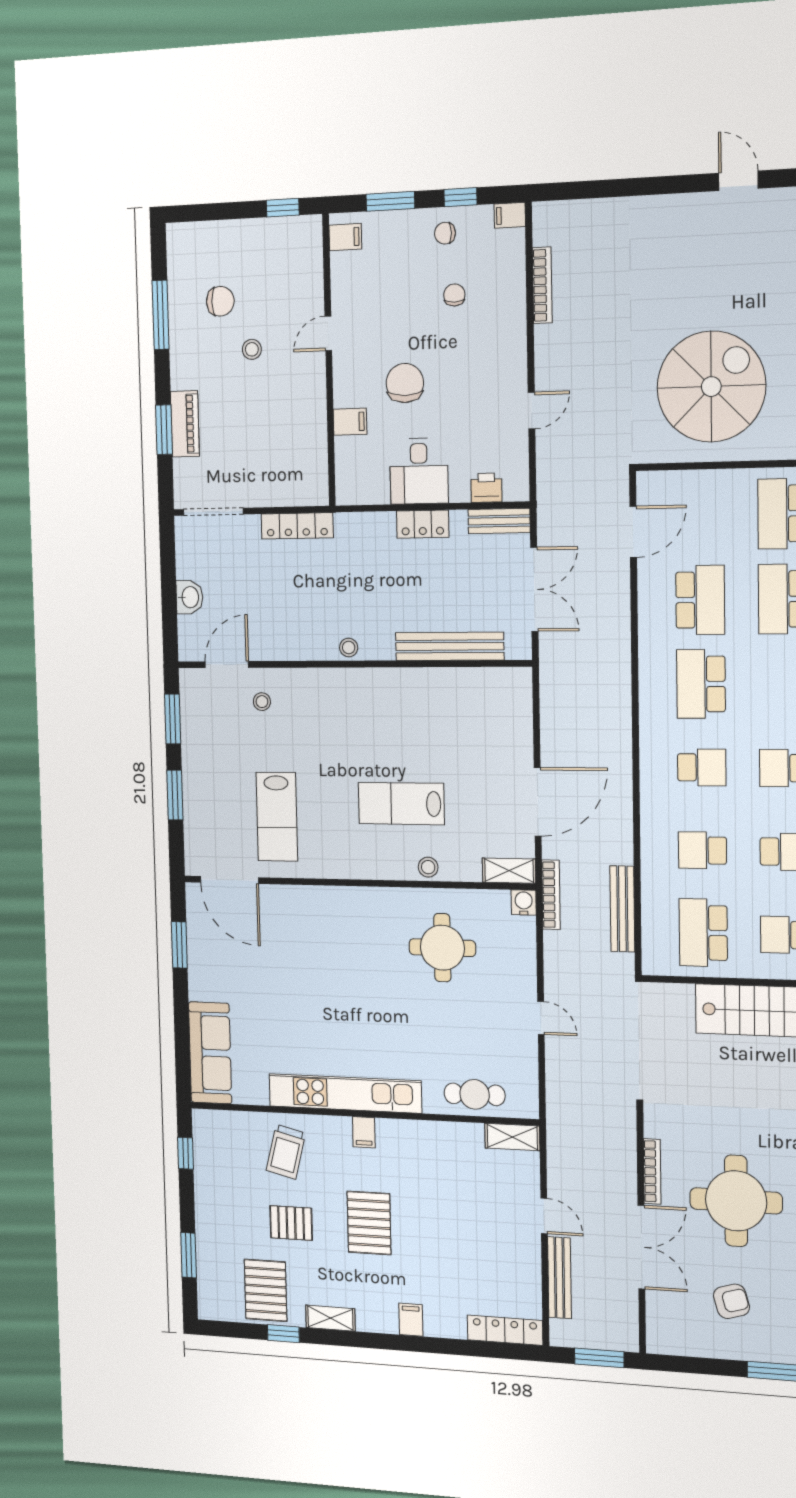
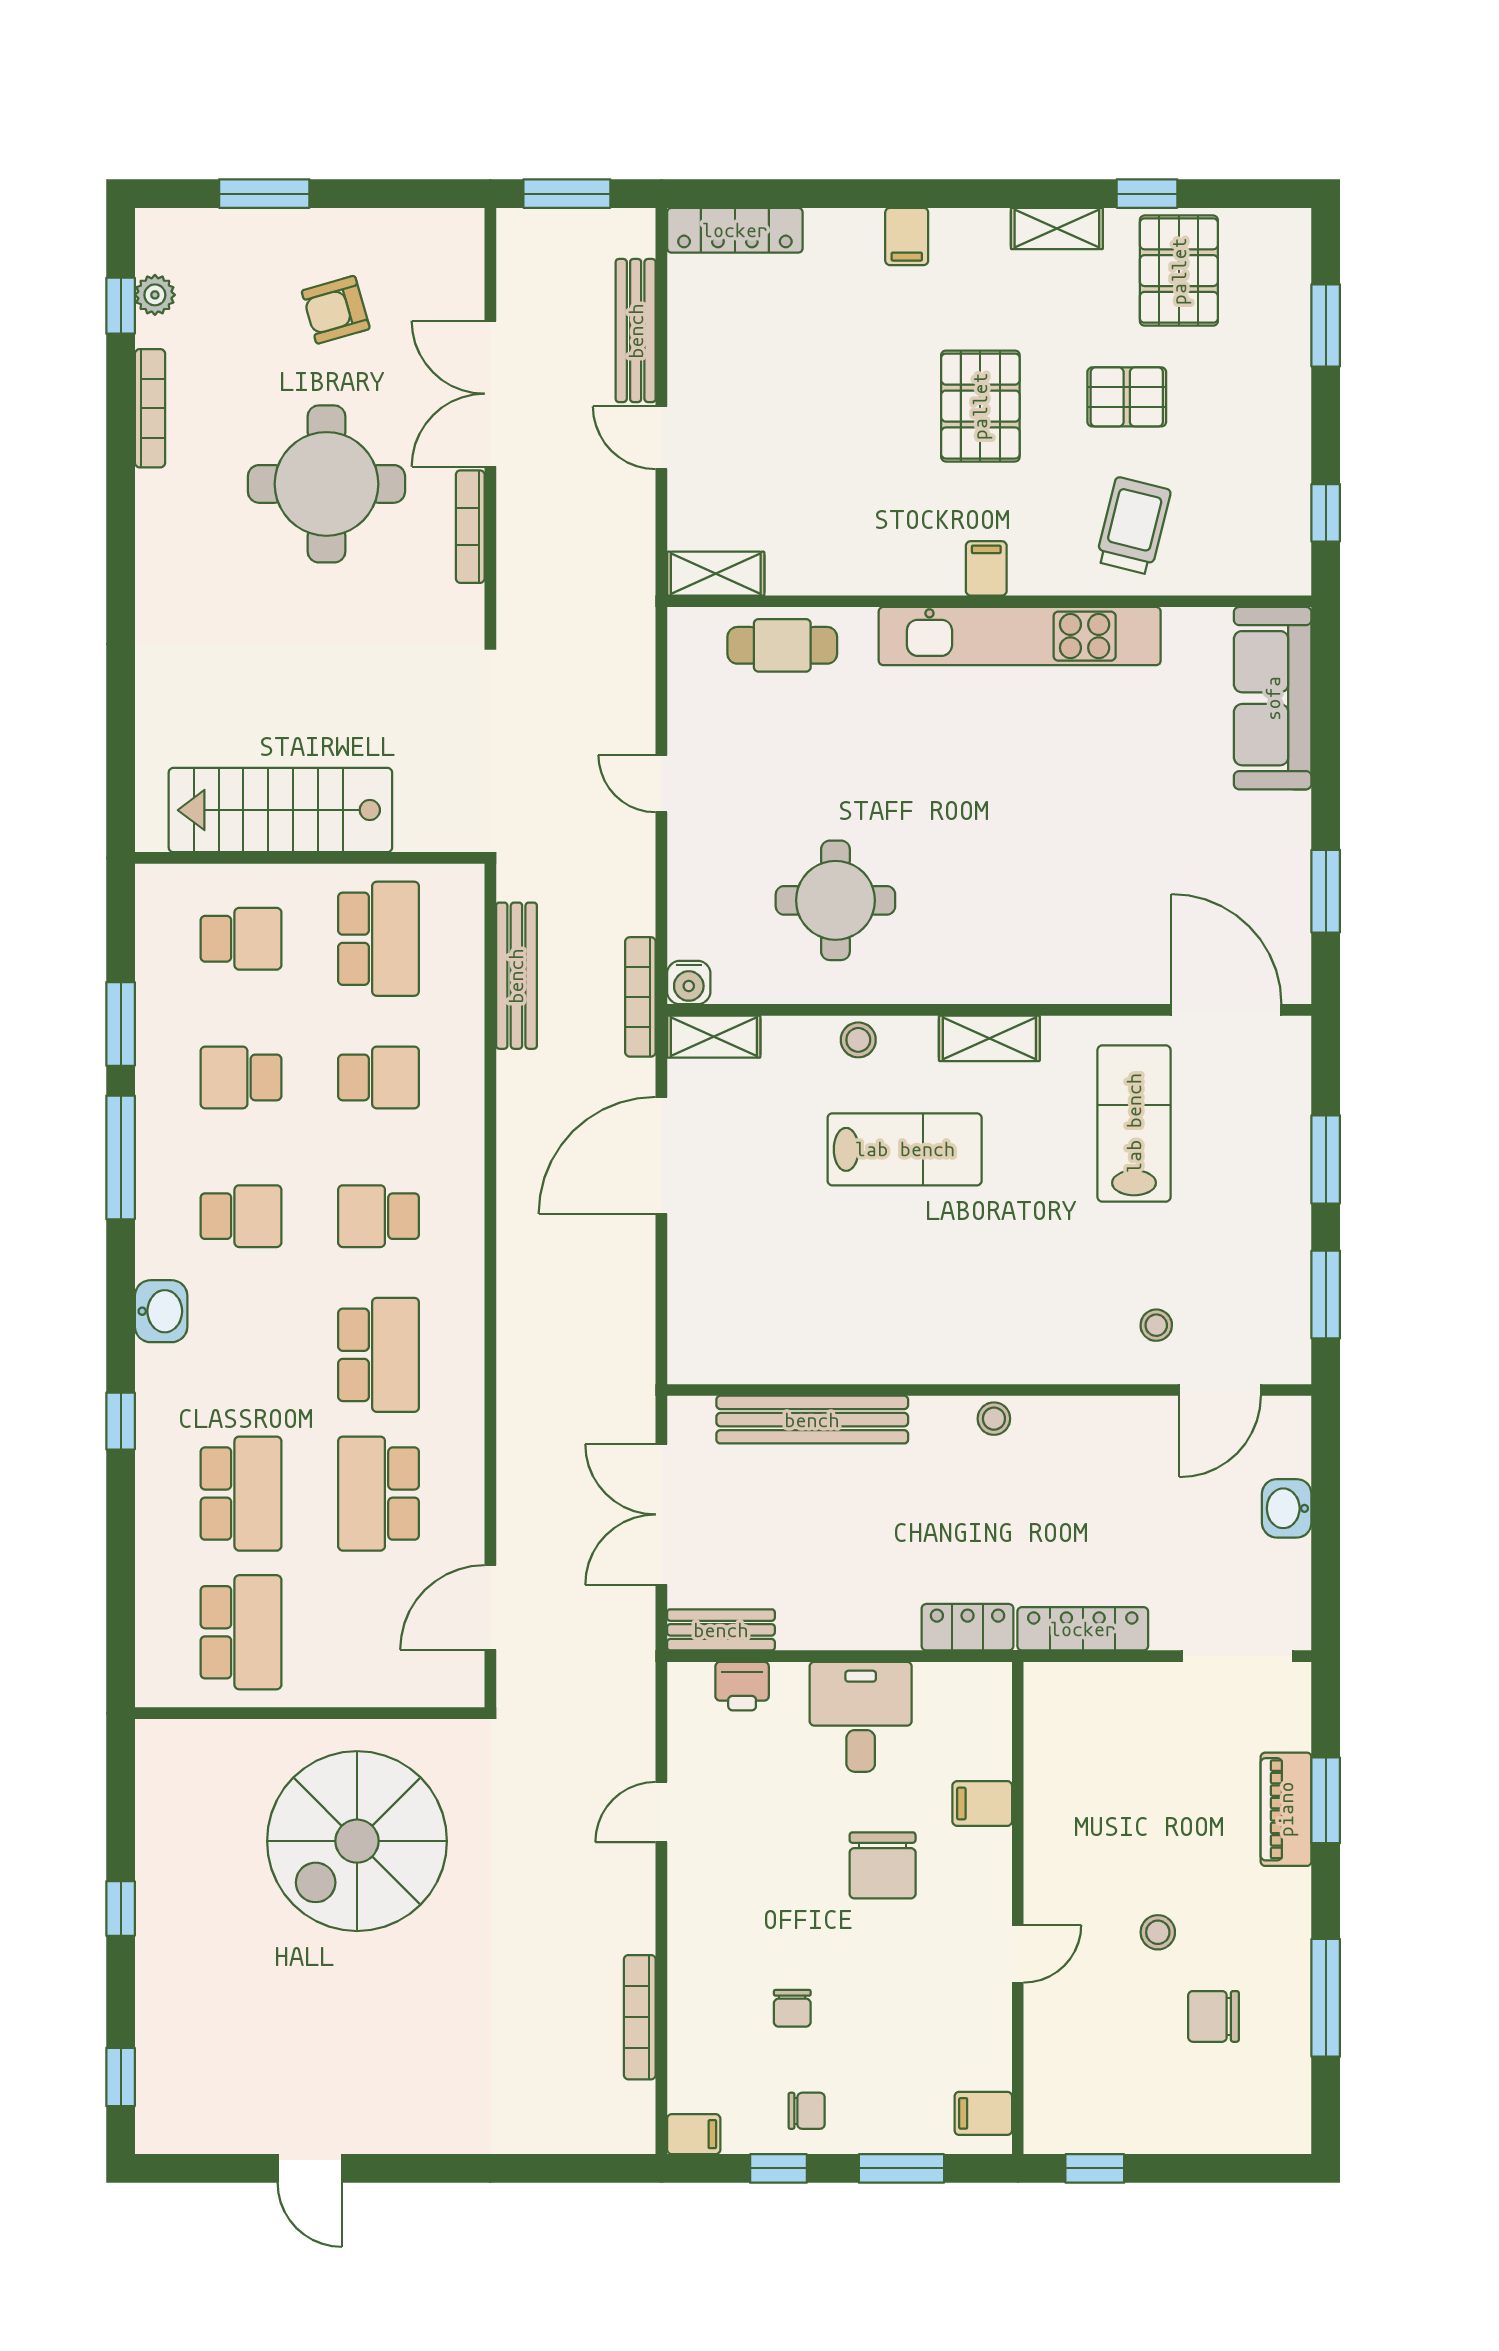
locker: (423, 524) -> (968, 1627), moved
shelving: (356, 867) -> (989, 1038), added

